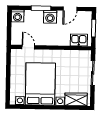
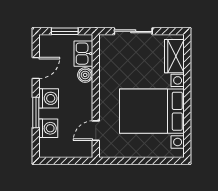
door: (70, 9) -> (36, 68), hinge flipped
washing machine: (18, 16) -> (48, 128), moved
boiler: (65, 41) -> (85, 75), added

